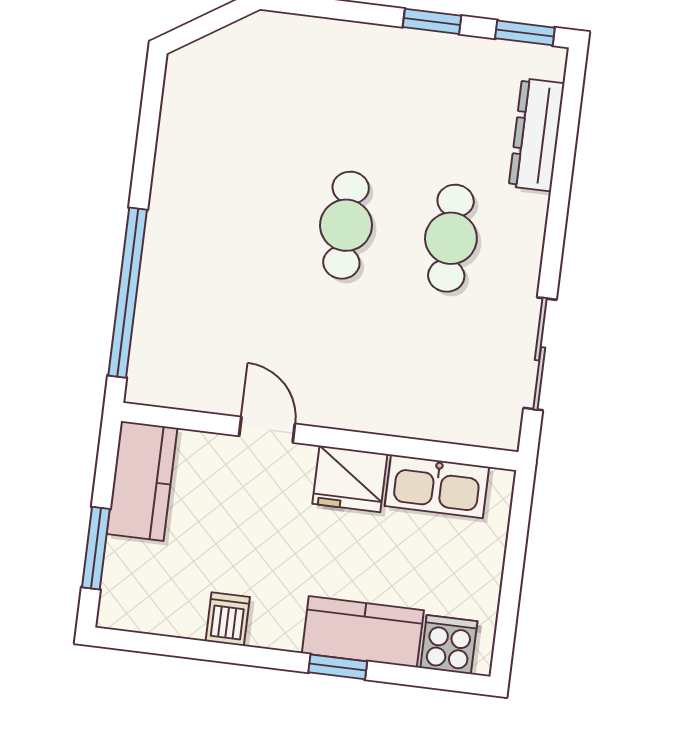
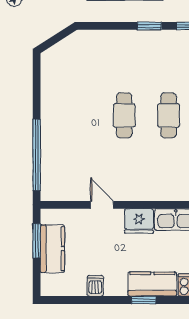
kitchen counter: (142, 481) -> (52, 249), moved
window: (96, 548) -> (37, 241), moved

